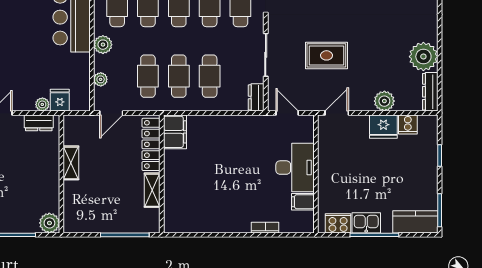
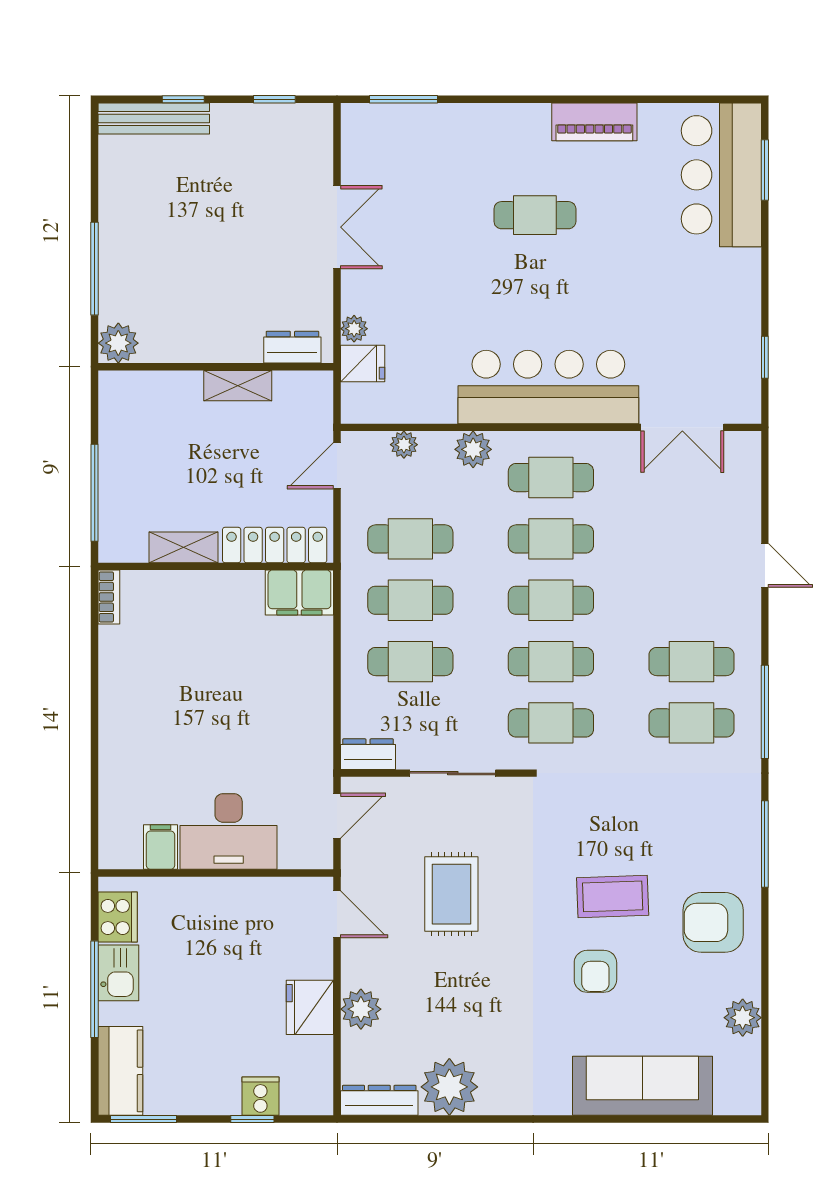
door: (111, 113) -> (337, 466), hinge flipped
dresser: (39, 123) -> (292, 347), moved, turned 90
cooker: (408, 125) -> (260, 1096), moved, turned 90
bookcase: (265, 228) -> (109, 597), moved

